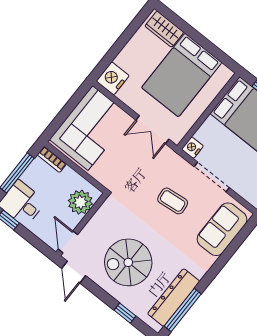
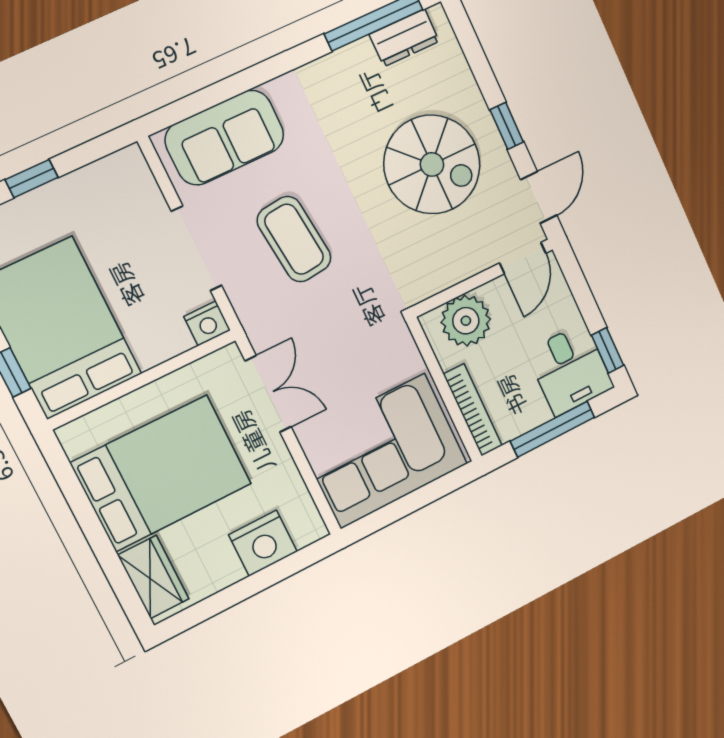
nightstand: (113, 78) -> (263, 543), moved
bookcase: (52, 159) -> (473, 410), width x1.56
coffee table: (173, 201) -> (294, 239), width x1.36, depth x1.30
dresser: (174, 298) -> (404, 38), width x0.51, depth x0.80
window: (125, 313) -> (507, 126), moved

